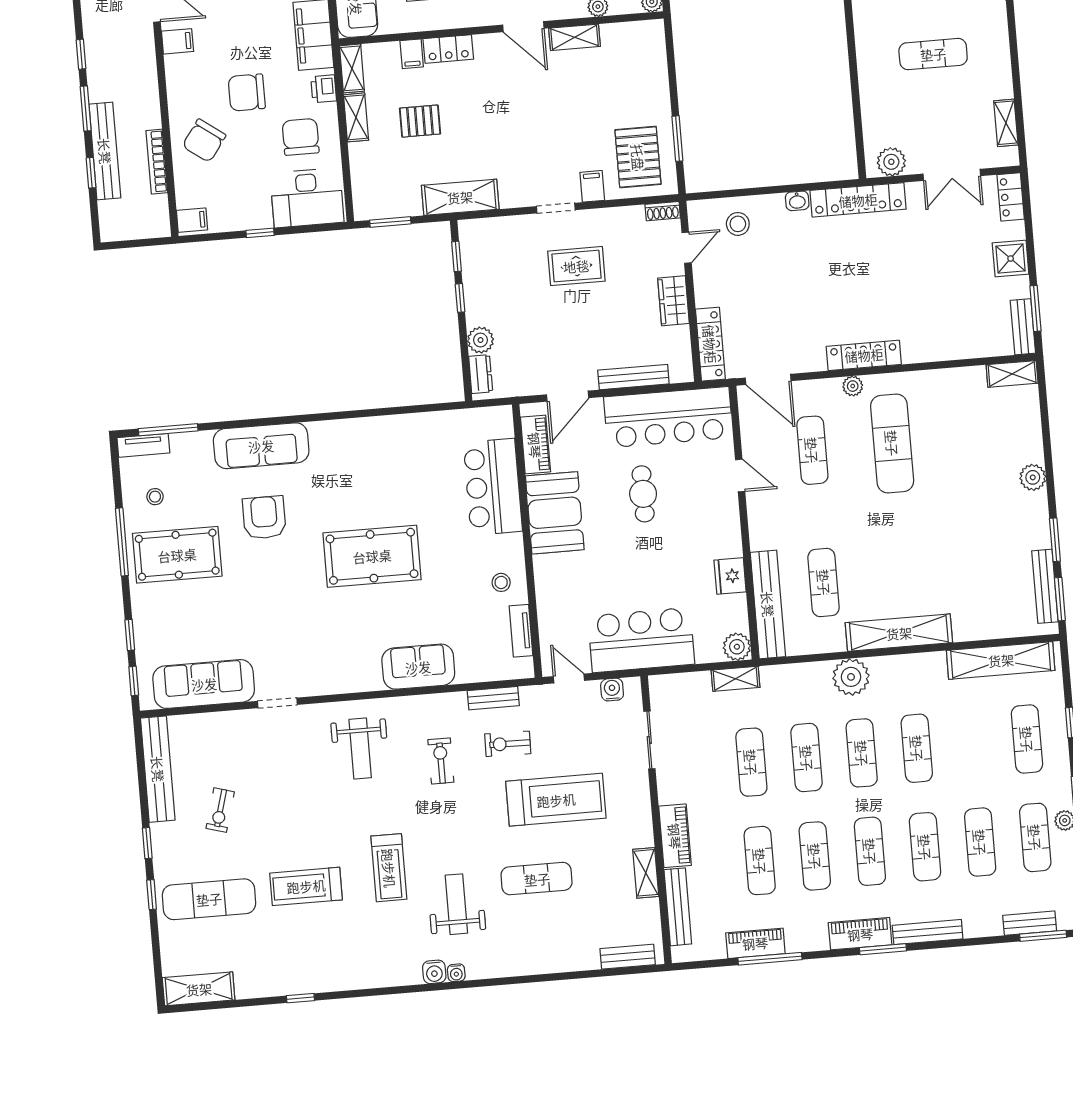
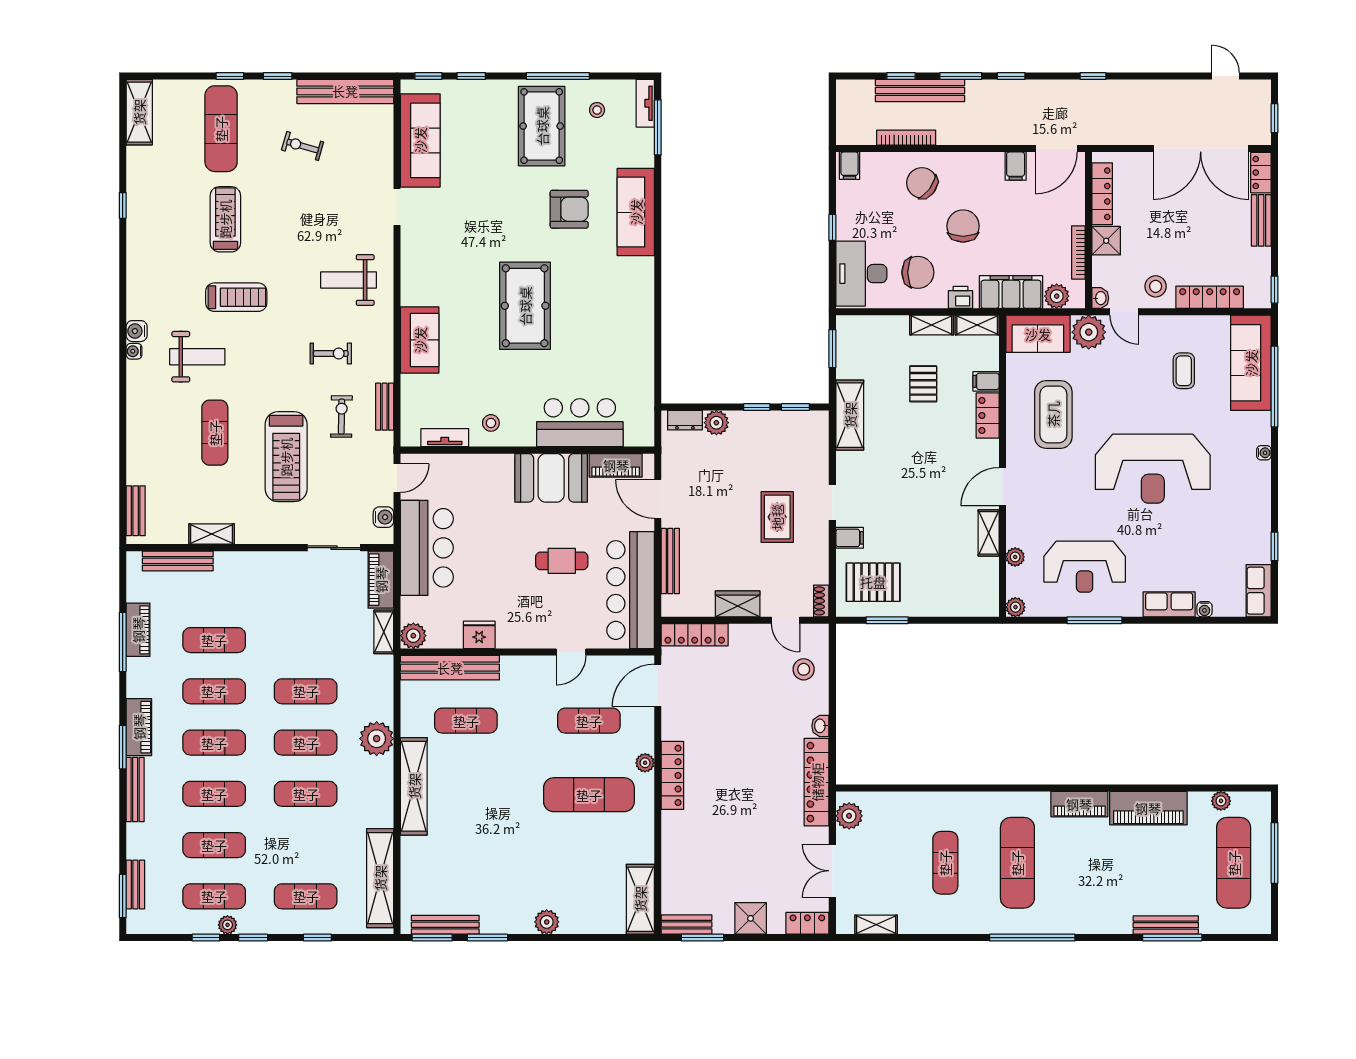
shelving: (1012, 374) -> (640, 899), width x1.50, depth x1.33
exercise mat: (751, 762) -> (306, 640), removed
piano: (675, 836) -> (381, 580), moved, turned 90
treadmill: (389, 868) -> (236, 297), turned 180

